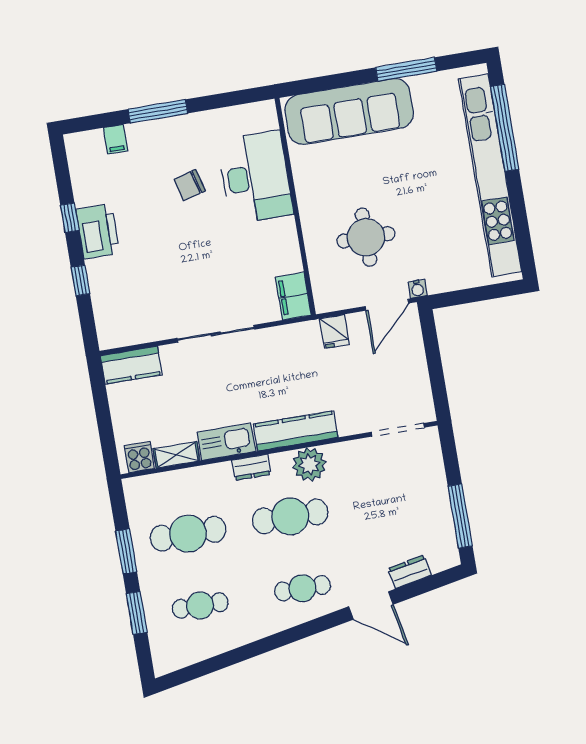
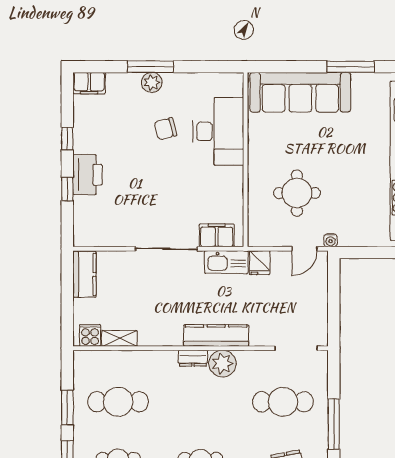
plant: (163, 131) -> (152, 82), added
filing cabinet: (115, 139) -> (89, 83), moved, width x2.00
printer: (98, 231) -> (87, 175), moved
filing cabinet: (293, 296) -> (217, 235), moved, turned 90
door: (387, 305) -> (304, 249), width x0.73
kitchen counter: (131, 365) -> (84, 274), moved, turned -90
kitchen sink: (226, 442) -> (226, 262), moved, turned 180
dresser: (251, 467) -> (193, 358), moved
cafe table: (290, 516) -> (283, 402), moved

